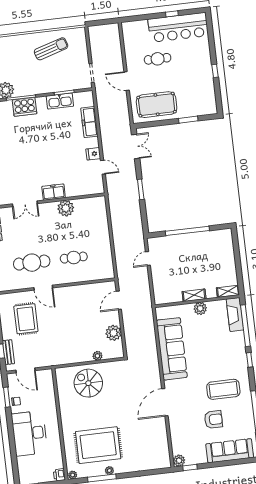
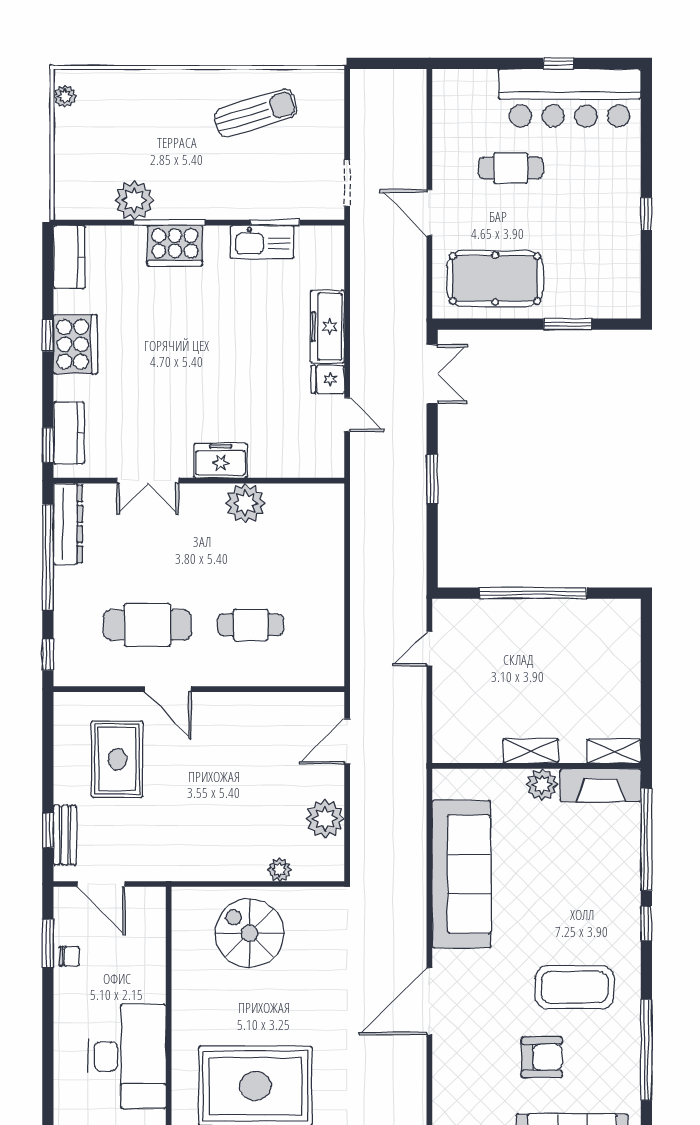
freezer: (89, 122) -> (327, 327), moved
fireplace: (235, 314) -> (600, 785), moved, turned -90
desk: (29, 433) -> (127, 1056), moved, turned 180

